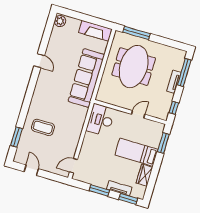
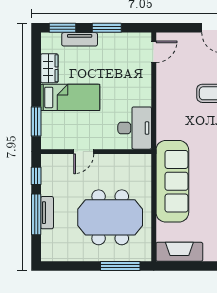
meeting table: (134, 67) -> (110, 217), turned 90
window: (184, 73) -> (36, 214), moved

